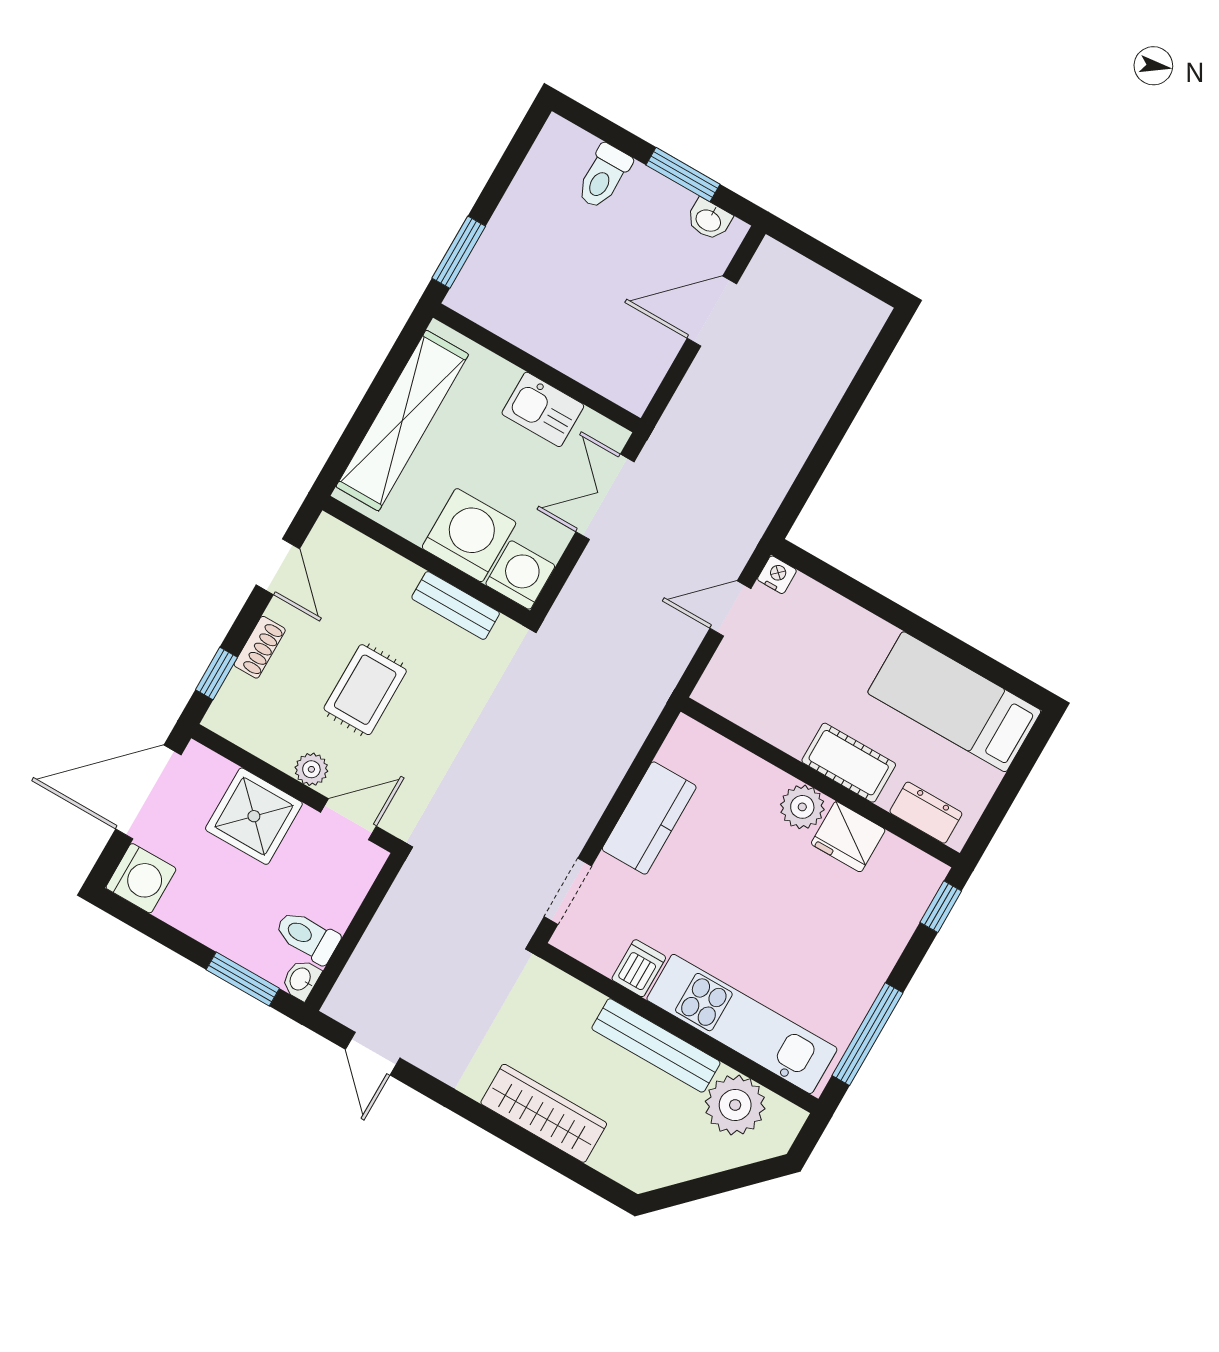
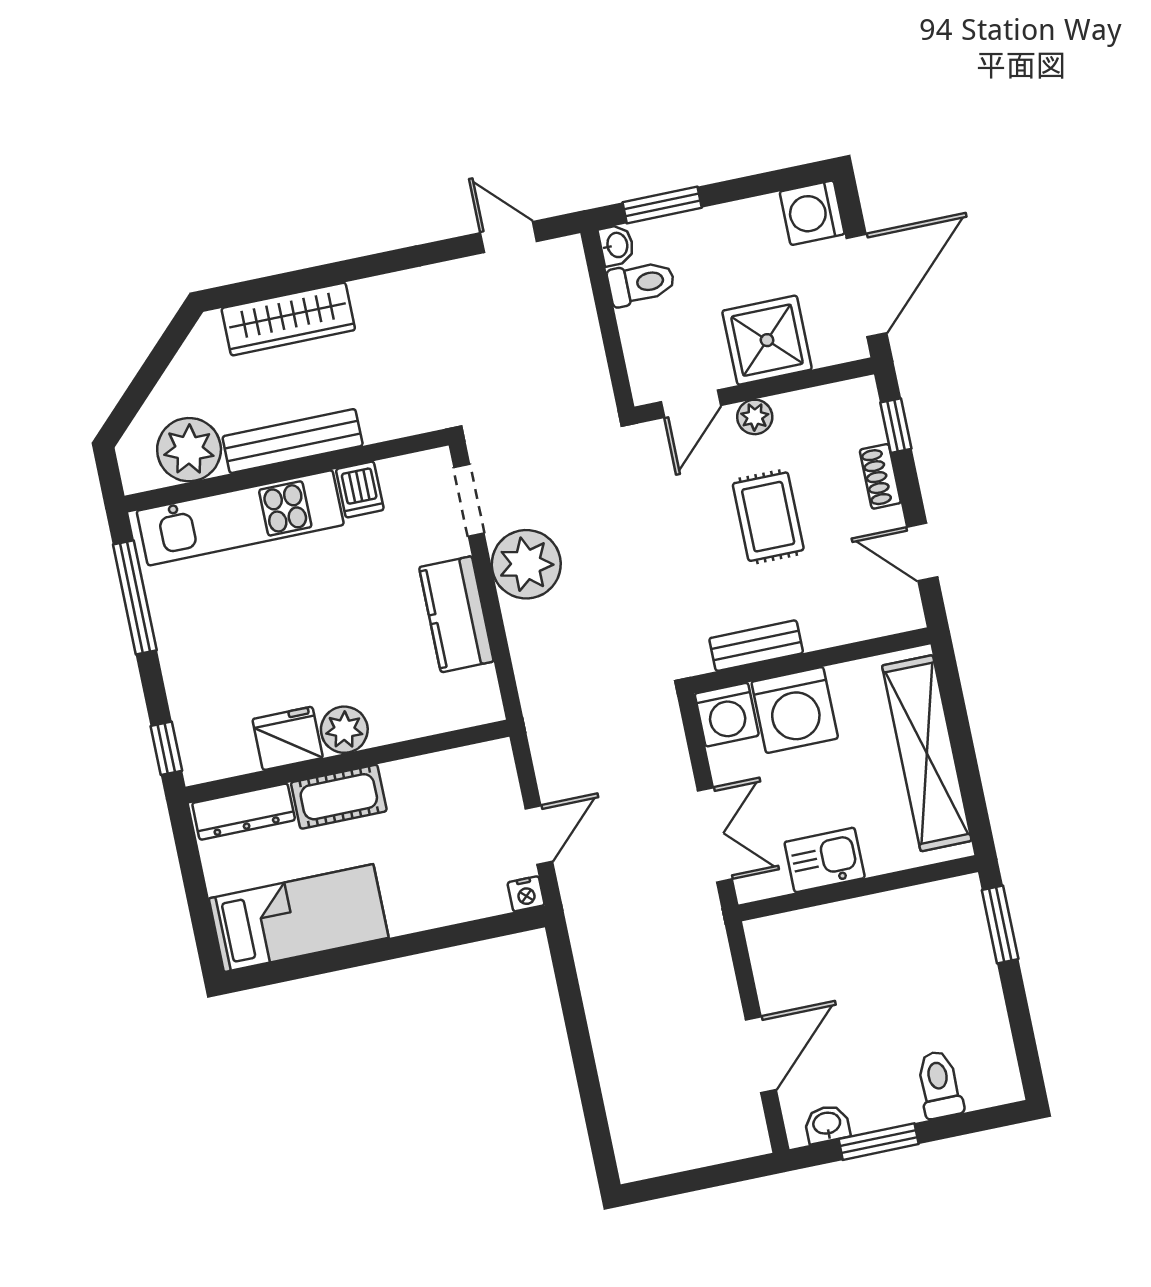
plant: (568, 809) -> (526, 564), added
dresser: (926, 813) -> (244, 812), width x1.44
wardrobe: (544, 1113) -> (288, 319), moved

